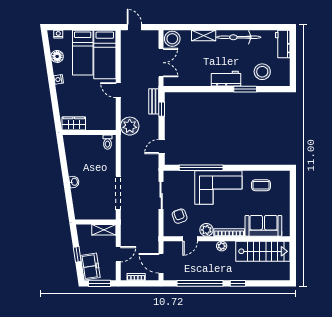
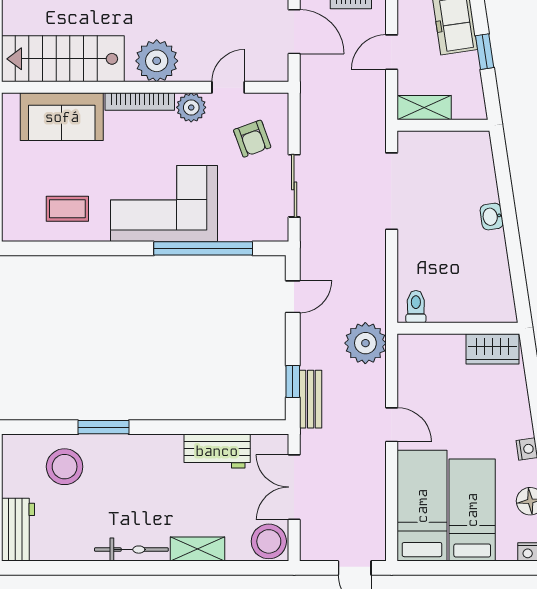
bicycle: (239, 37) -> (131, 550), width x0.73, depth x0.71
workbench: (226, 79) -> (217, 451), moved
plant: (222, 246) -> (157, 61), width x1.88, depth x1.88

